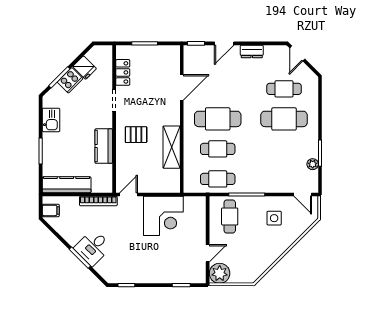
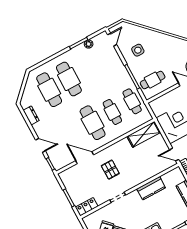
dresser: (252, 51) -> (31, 115), moved
door: (297, 53) -> (21, 94), removed
locker: (123, 72) -> (87, 207), moved
cafe table: (284, 89) -> (49, 90), width x1.37, depth x1.35
pallet: (136, 135) -> (110, 170), moved
shelving: (172, 147) -> (144, 134), moved

